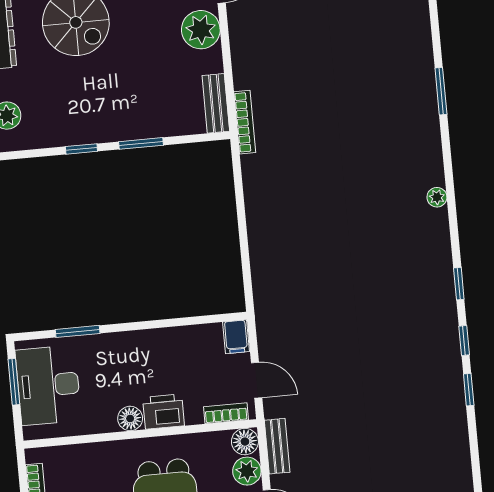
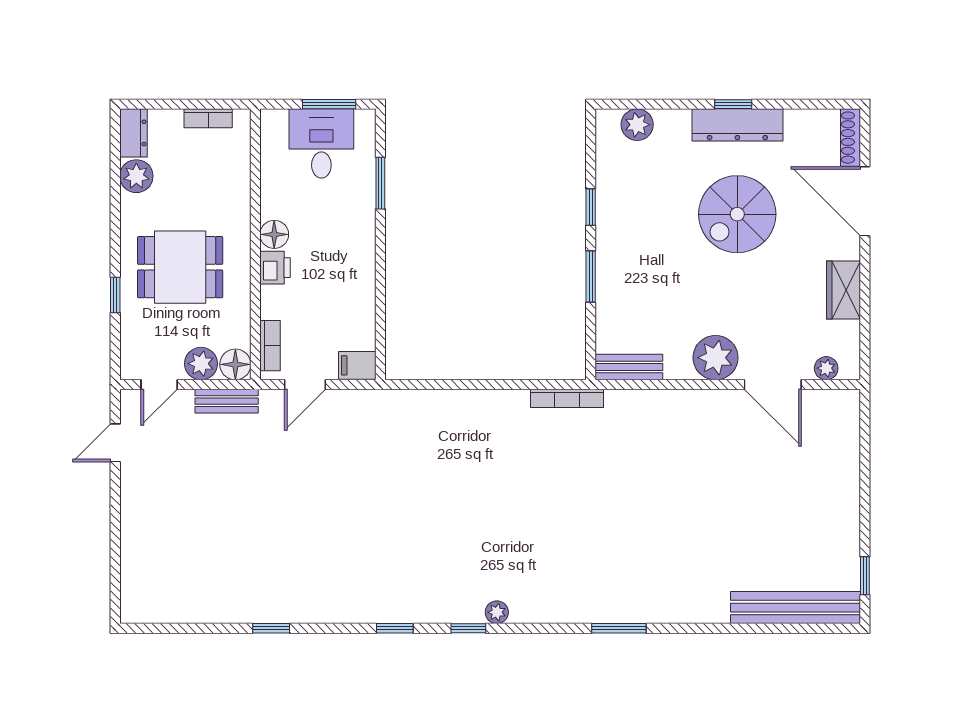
bookcase: (245, 122) -> (567, 398), moved
window: (464, 340) -> (468, 628), moved
desk: (48, 385) -> (321, 143), width x0.73
printer: (164, 412) -> (275, 268), width x0.73, depth x0.81

